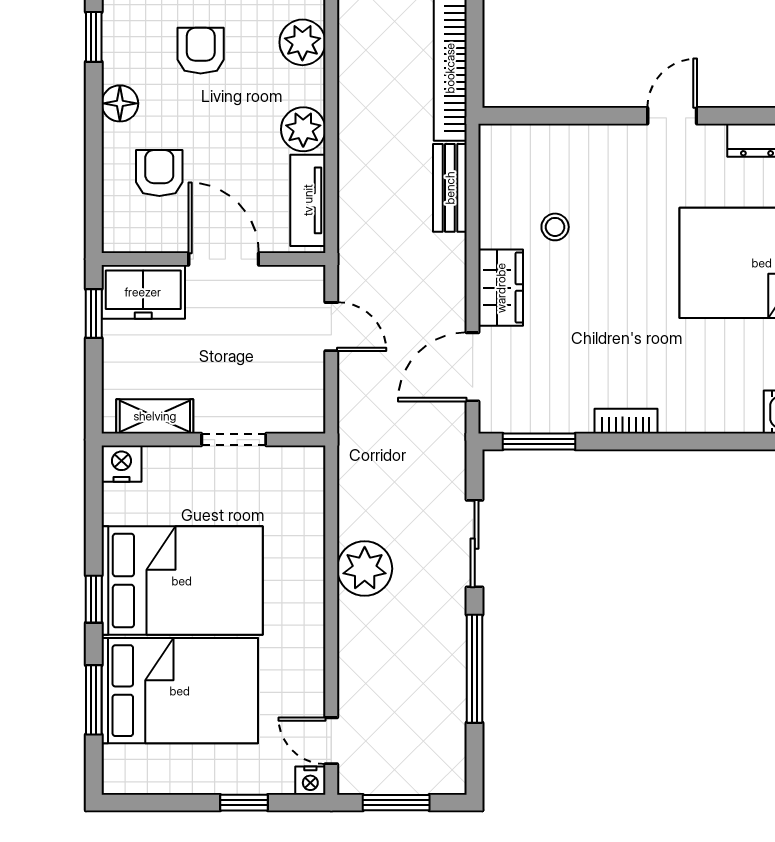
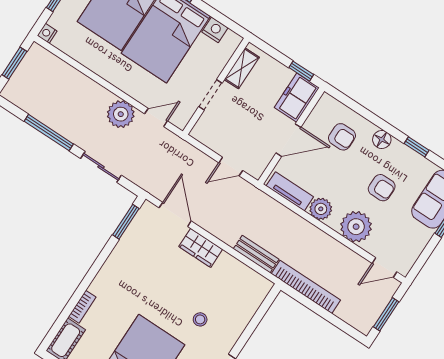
plant: (302, 42) -> (356, 227), width x1.36, depth x1.36
stool: (555, 227) -> (200, 319), moved
bookcase: (626, 421) -> (82, 307), moved
nightstand: (121, 464) -> (215, 30), moved, turned -90
door: (331, 741) -> (156, 117), moved

